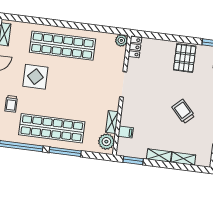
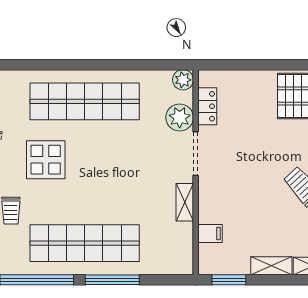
locker: (135, 47) -> (207, 106), moved
shelving: (112, 122) -> (185, 202), moved
plant: (106, 142) -> (180, 117), moved

